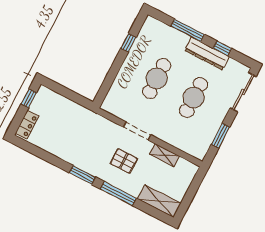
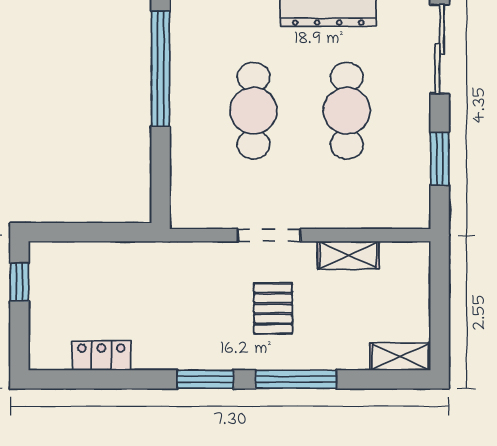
window: (128, 43) -> (161, 69), width x3.17
locker: (27, 125) -> (101, 355), moved, turned -90
pallet: (124, 161) -> (273, 309), turned 90
shelving: (159, 201) -> (400, 357), width x0.67, depth x0.75

